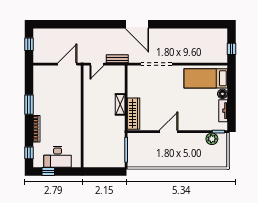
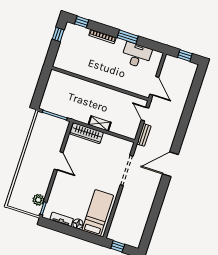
desk: (58, 157) -> (136, 55), moved, turned 90

